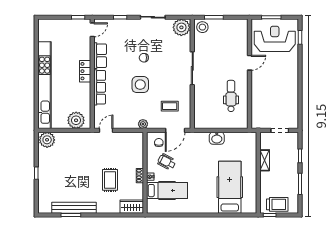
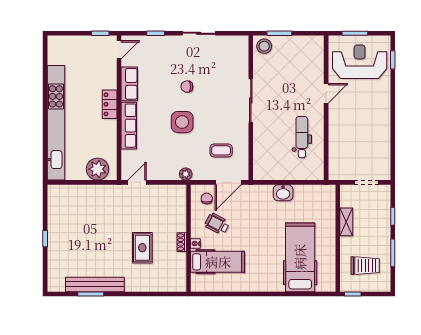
plant: (181, 27) -> (237, 47), removed
plant: (47, 140) -> (59, 195), removed
trolley: (277, 204) -> (365, 266), moved
wardrobe: (132, 207) -> (171, 283), removed

